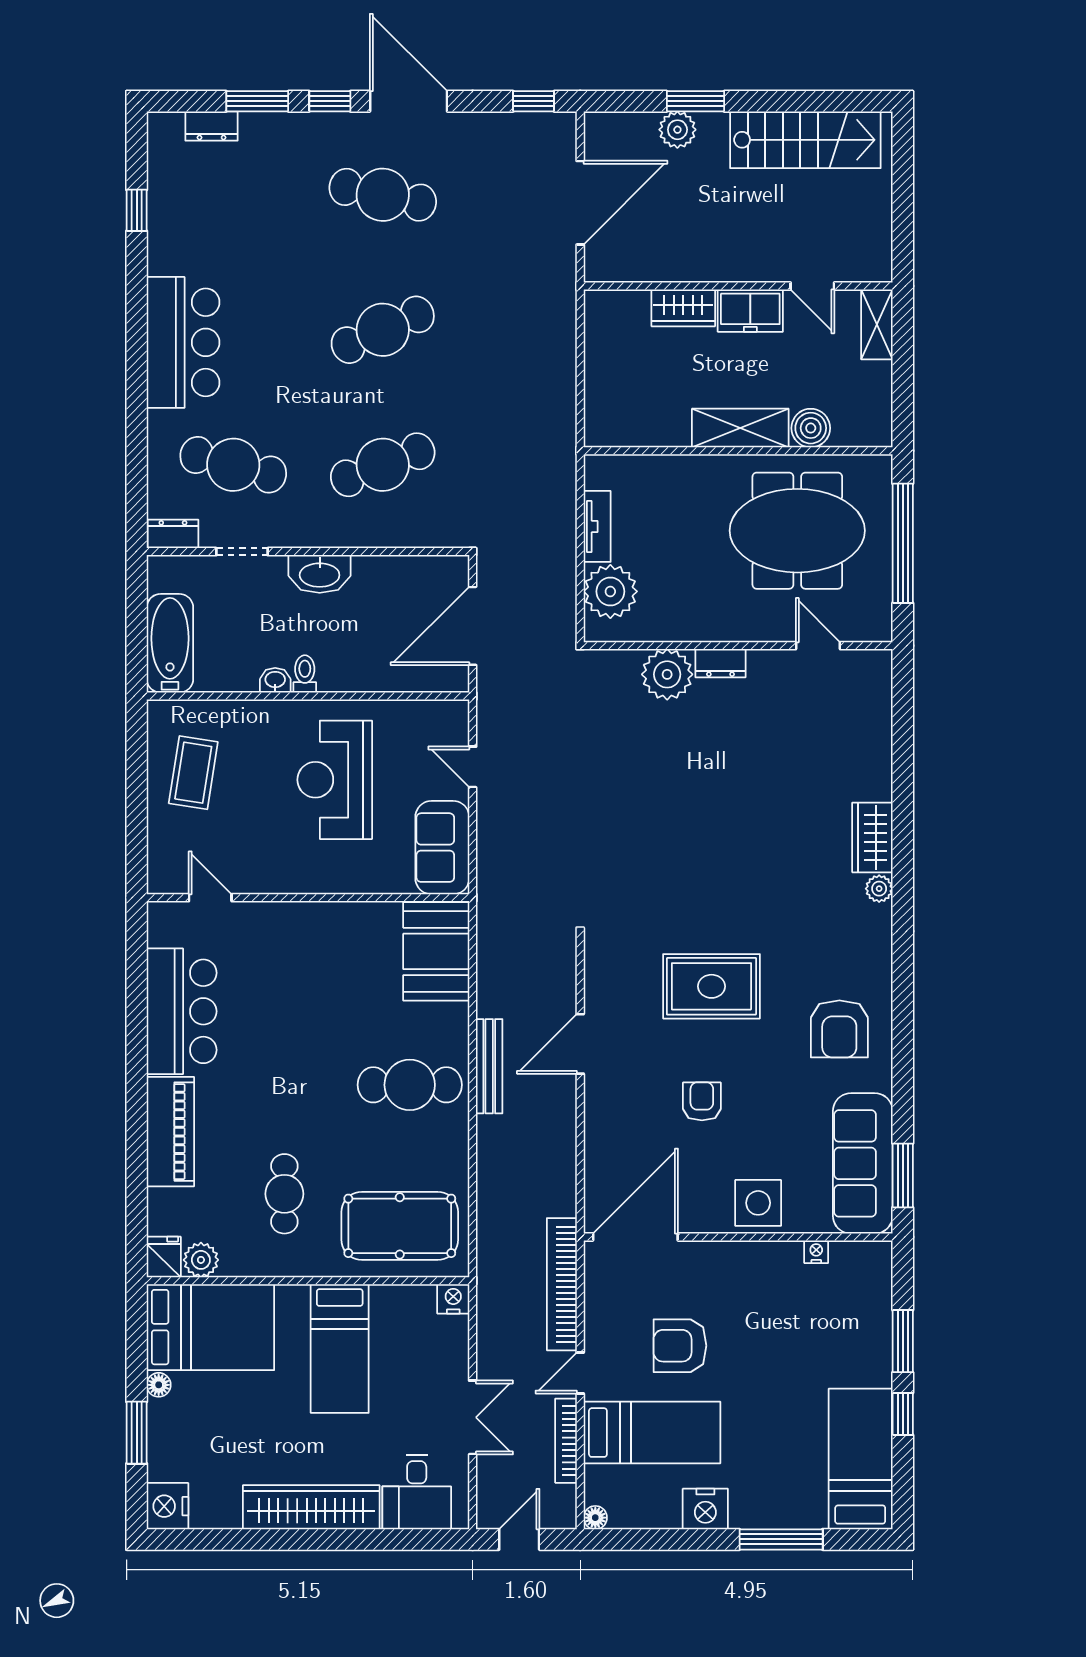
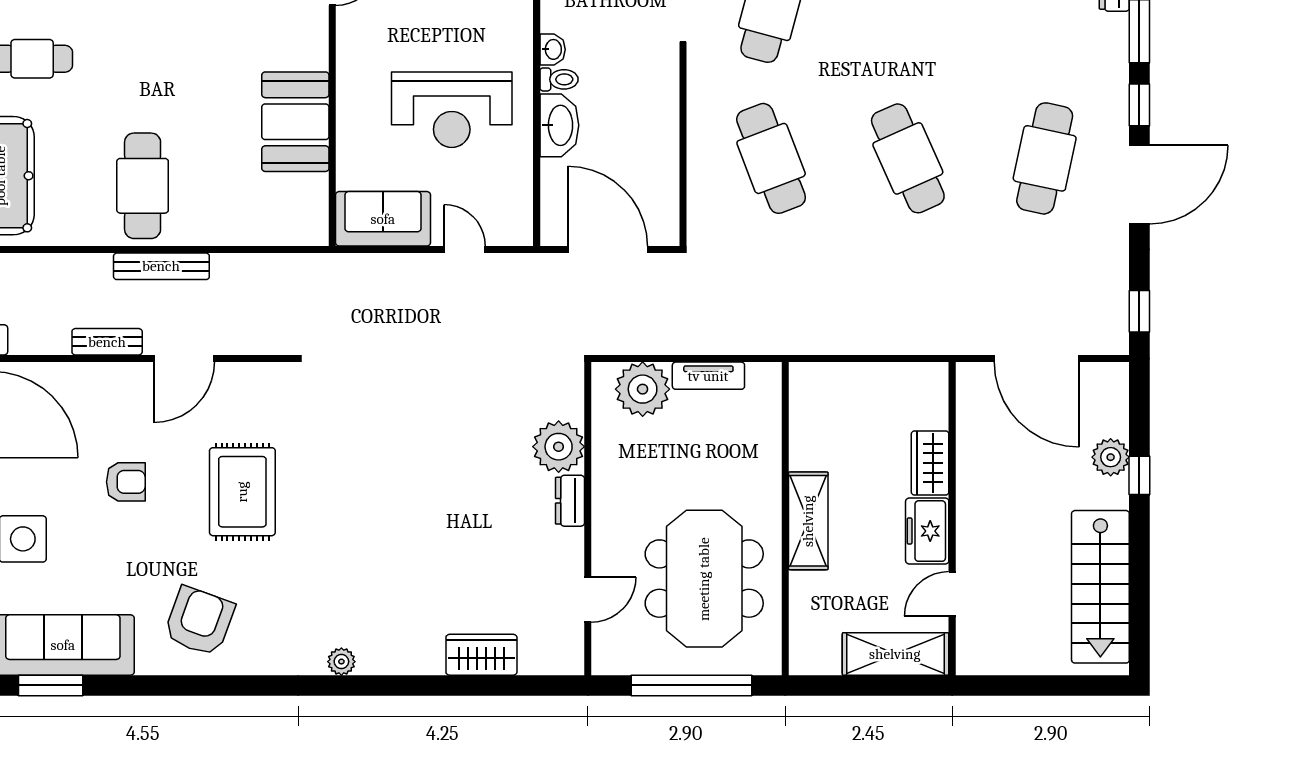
window: (695, 101) -> (1139, 475), width x0.67
shelving: (877, 324) -> (895, 654), width x1.50, depth x1.33
boiler: (811, 428) -> (808, 592), removed
washbasin: (320, 574) -> (559, 125), moved, turned 180
door: (473, 767) -> (465, 250), hinge flipped
reception desk: (335, 780) -> (452, 110), turned 180
wardrobe: (872, 837) -> (481, 655), moved
booth: (436, 951) -> (295, 122), moved, turned 90
armchair: (839, 1029) -> (199, 621), turned 110
door: (580, 1044) -> (184, 359), swing flipped
bench: (564, 1120) -> (107, 342), added

